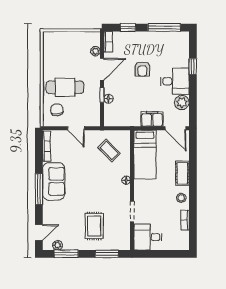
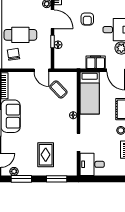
door: (102, 69) -> (52, 19), hinge flipped
door: (76, 128) -> (41, 70), moved

